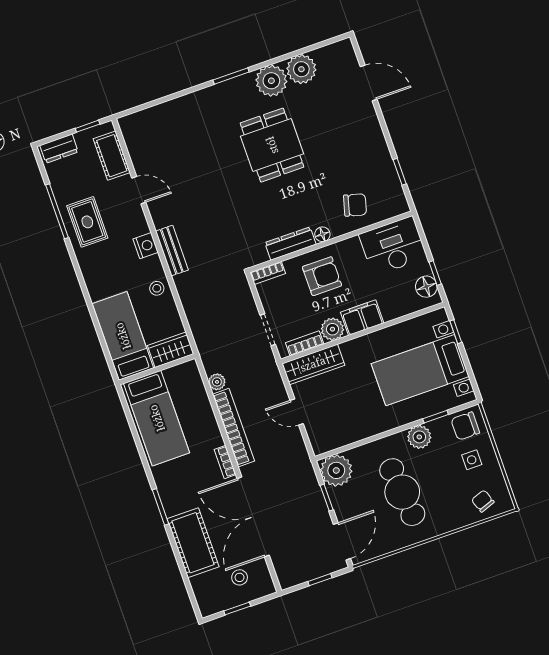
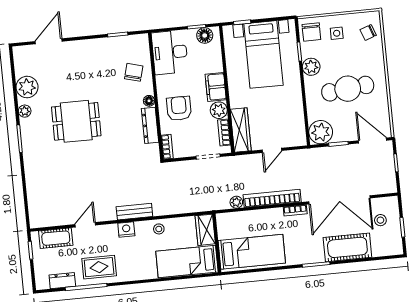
plant: (271, 81) -> (25, 111), width x0.53, depth x0.53
dresser: (59, 149) -> (62, 281), moved, turned -90

